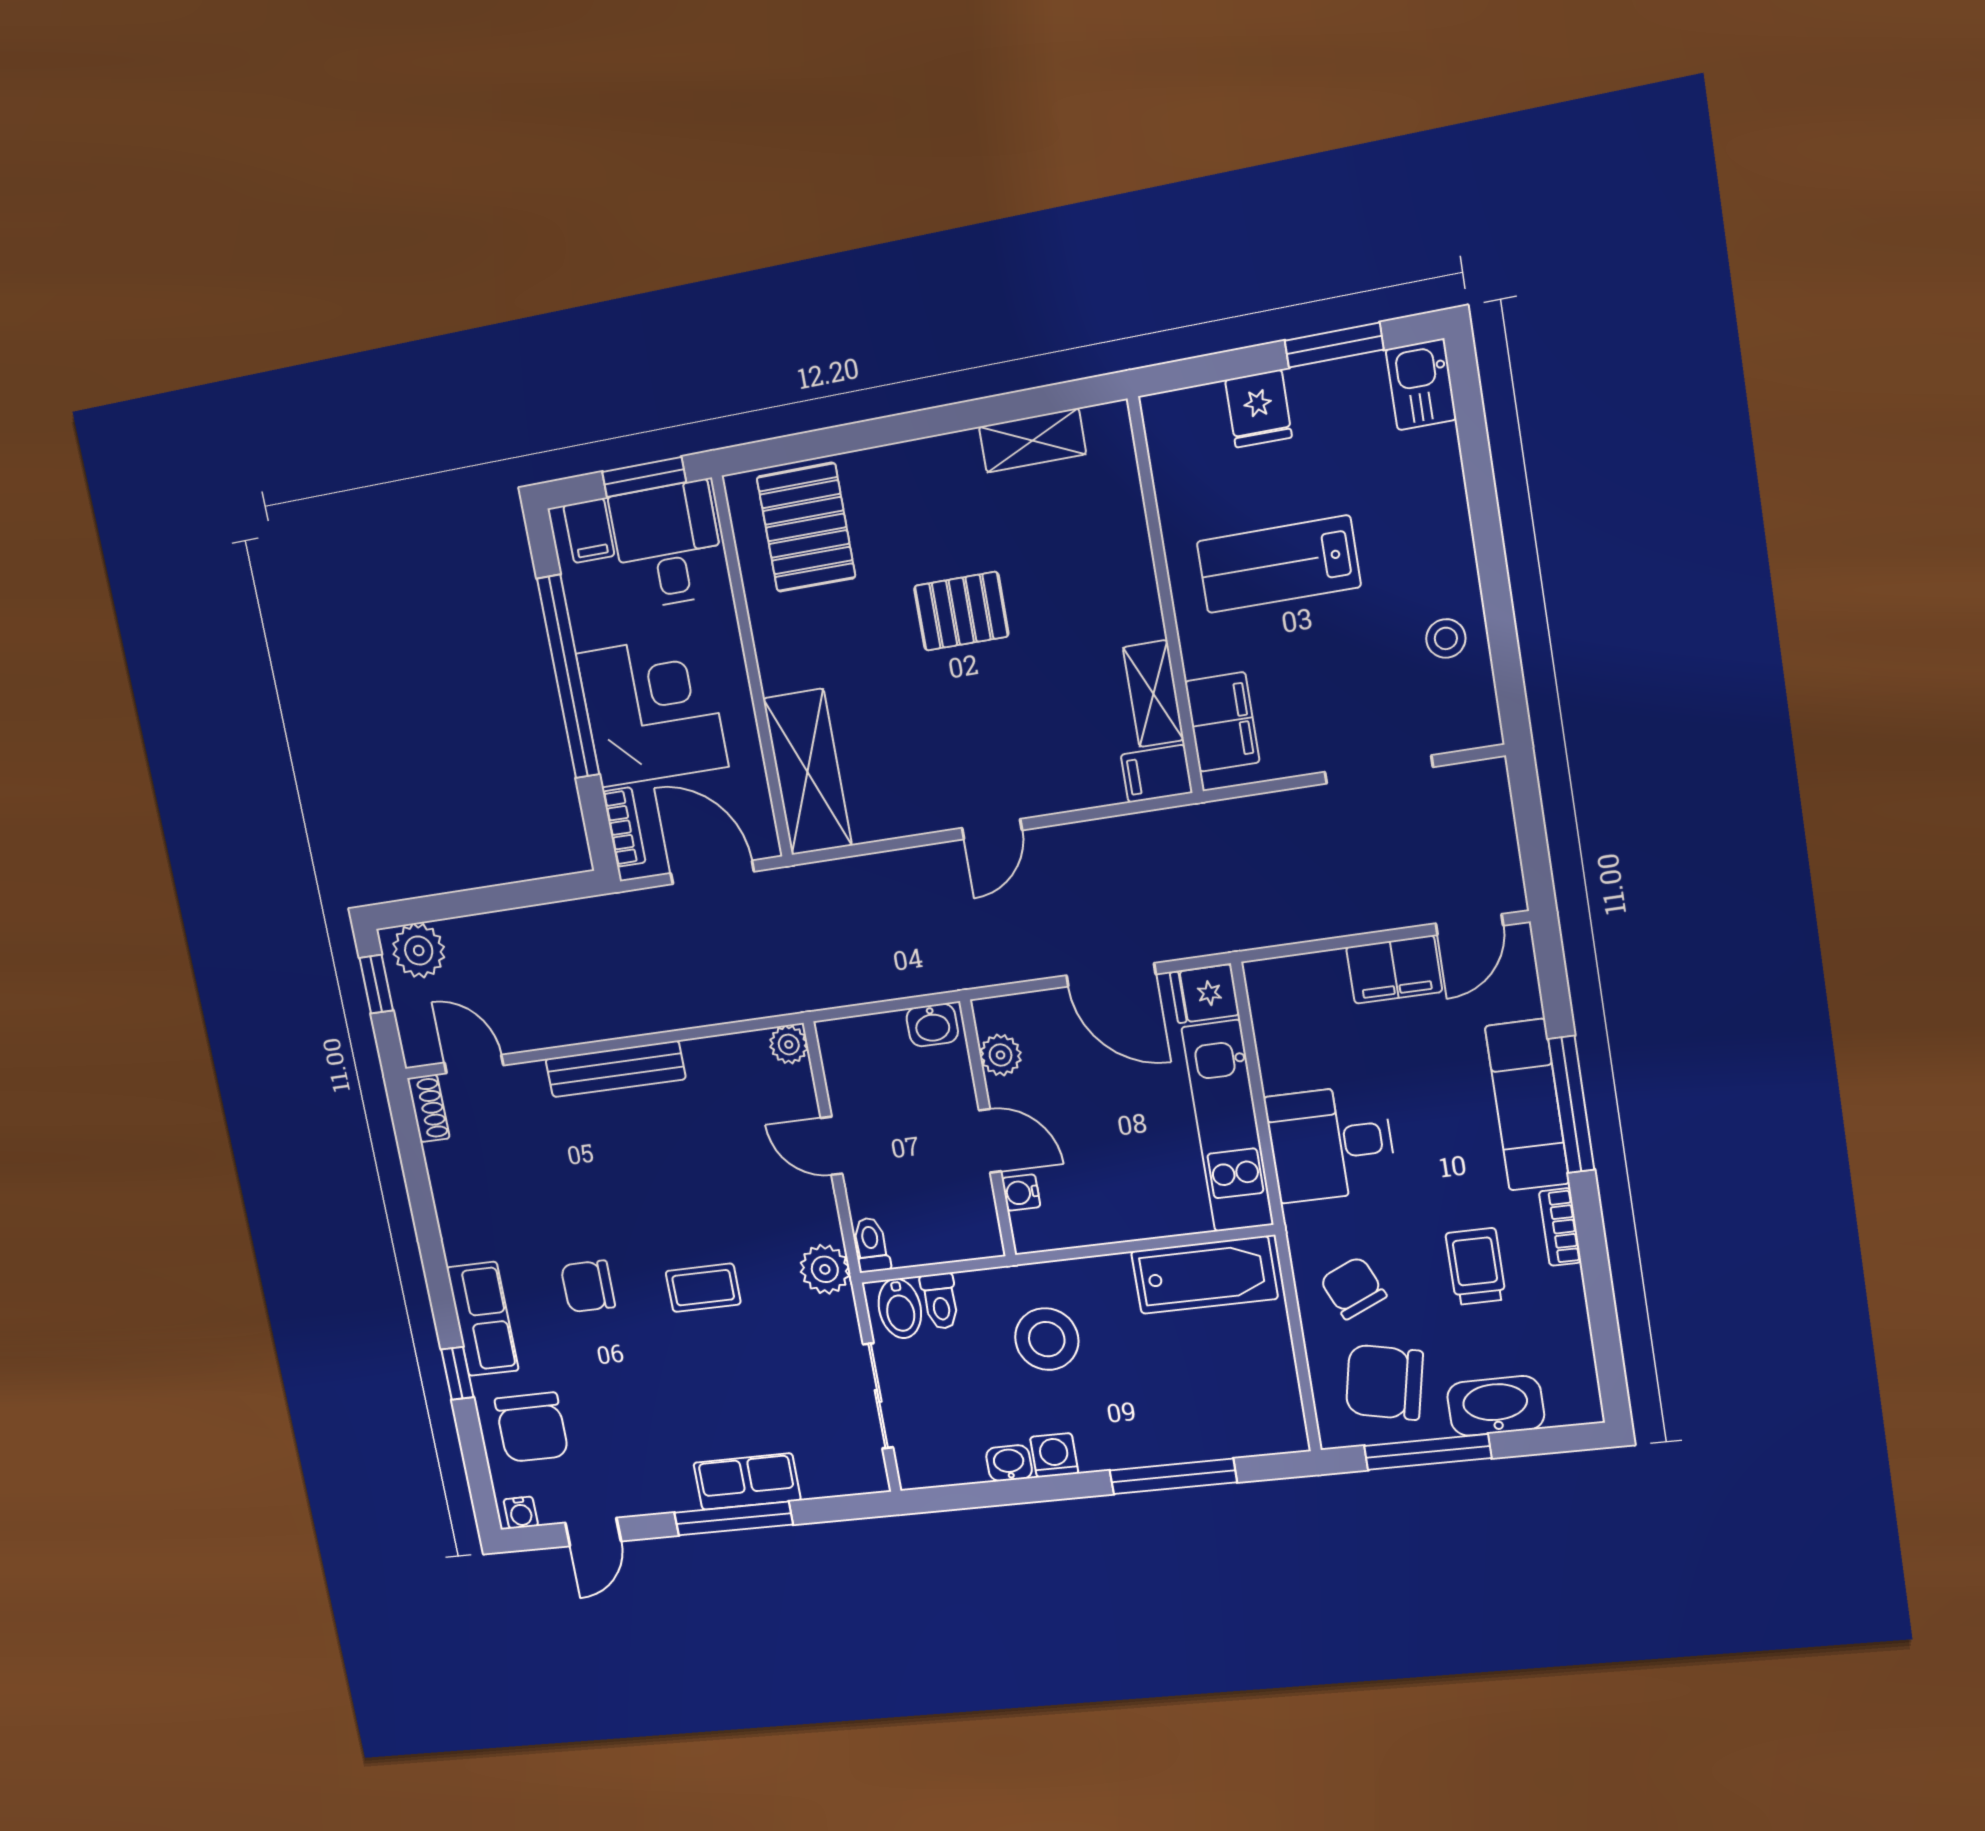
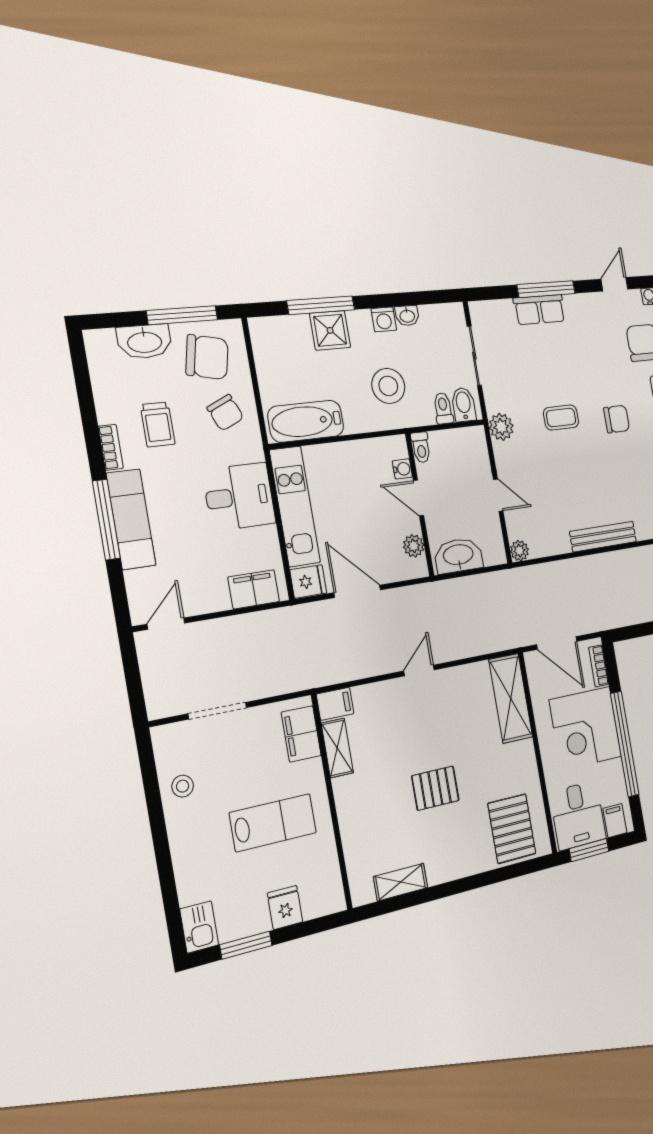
filing cabinet: (1394, 970) -> (254, 589), moved
washbasin: (932, 1025) -> (458, 556), width x1.91, depth x1.45
toilet: (871, 1245) -> (421, 447), moved
shower: (1156, 1434) -> (330, 330), added

